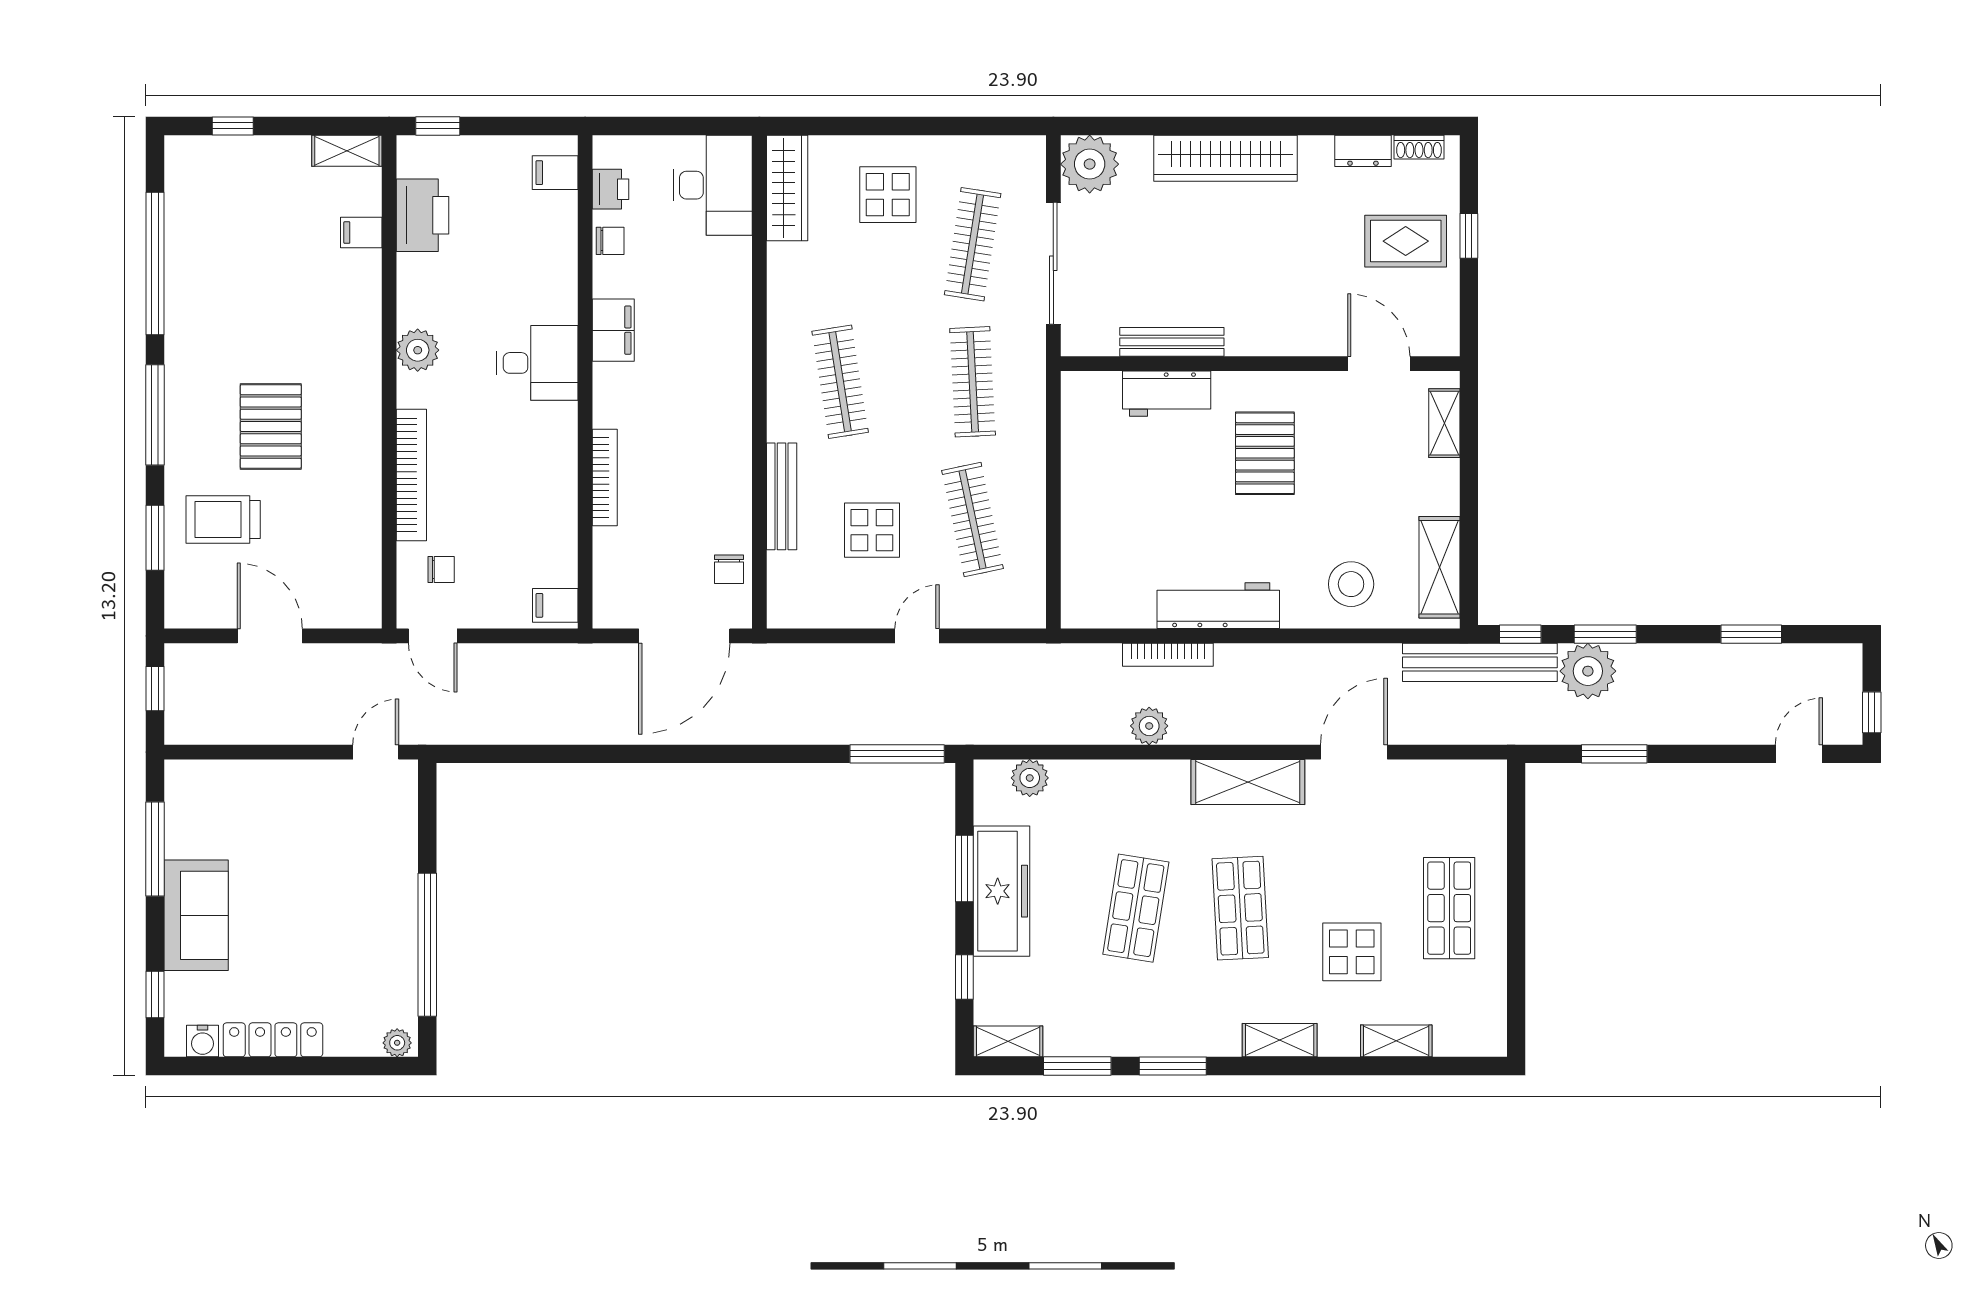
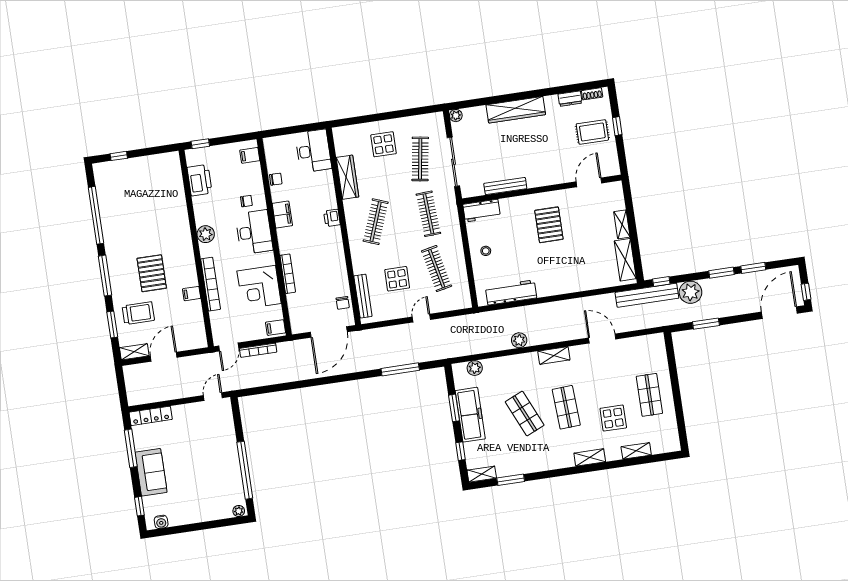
shelving: (347, 151) -> (134, 352), moved
plant: (1090, 164) -> (456, 116), width x0.53, depth x0.53
wardrobe: (787, 188) -> (347, 177), moved
printer: (610, 189) -> (332, 218), moved, turned 180
filing cabinet: (361, 233) -> (192, 294), moved
desk: (537, 363) -> (254, 232), width x1.37
door: (1379, 364) -> (589, 182), hinge flipped
clothes rail: (840, 382) -> (376, 222), turned 30
workbench: (1167, 394) -> (482, 211), moved
shelving: (1444, 423) -> (622, 224), moved
bench: (782, 496) -> (363, 296), moved
corner desk: (530, 500) -> (259, 287), added
trolley: (223, 519) -> (138, 313), turned 180
chair: (441, 569) -> (246, 201), moved
stool: (1351, 584) -> (486, 251), moved, width x0.53, depth x0.53
workbench: (1218, 606) -> (511, 292), moved
window: (1605, 634) -> (722, 273), moved
door: (270, 636) -> (164, 357), hinge flipped
door: (433, 636) -> (229, 347), hinge flipped
bookcase: (1168, 655) -> (258, 350), moved
window: (155, 689) -> (121, 384), removed
door: (1354, 752) -> (602, 338), hinge flipped
window: (897, 754) -> (400, 369), moved
door: (1799, 754) -> (779, 313), width x1.88
shelving: (1248, 782) -> (554, 356), width x0.67, depth x0.75
shop shelf: (1136, 908) -> (525, 414), turned -33
locker: (273, 1040) -> (151, 416), moved, turned 180
window: (1173, 1066) -> (549, 474), removed

